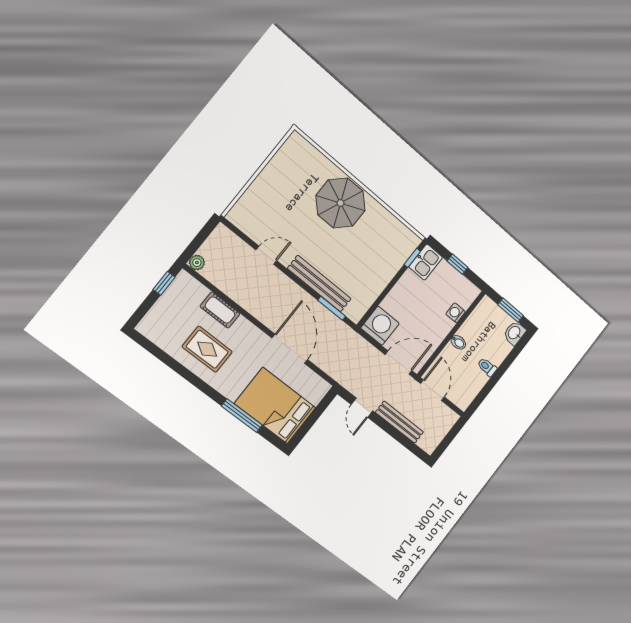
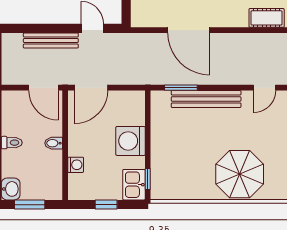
washing machine: (380, 326) -> (131, 141), moved, turned 90

